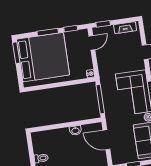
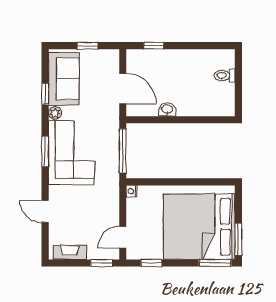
window: (48, 32) -> (215, 263), moved

